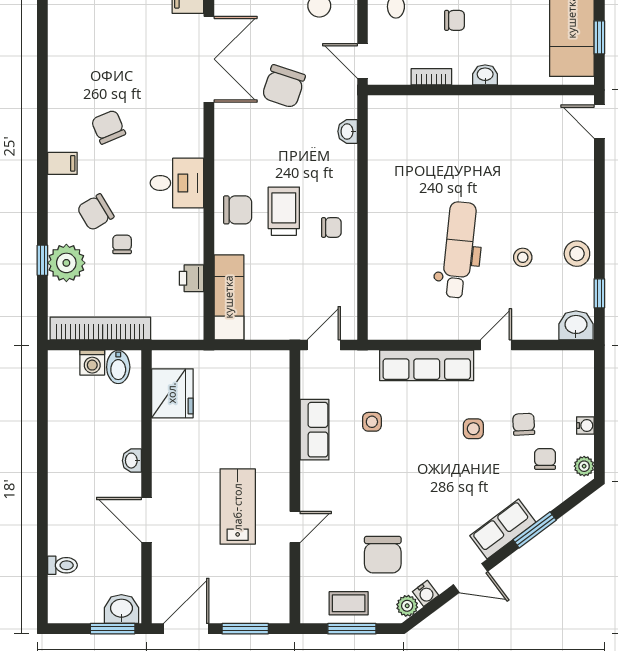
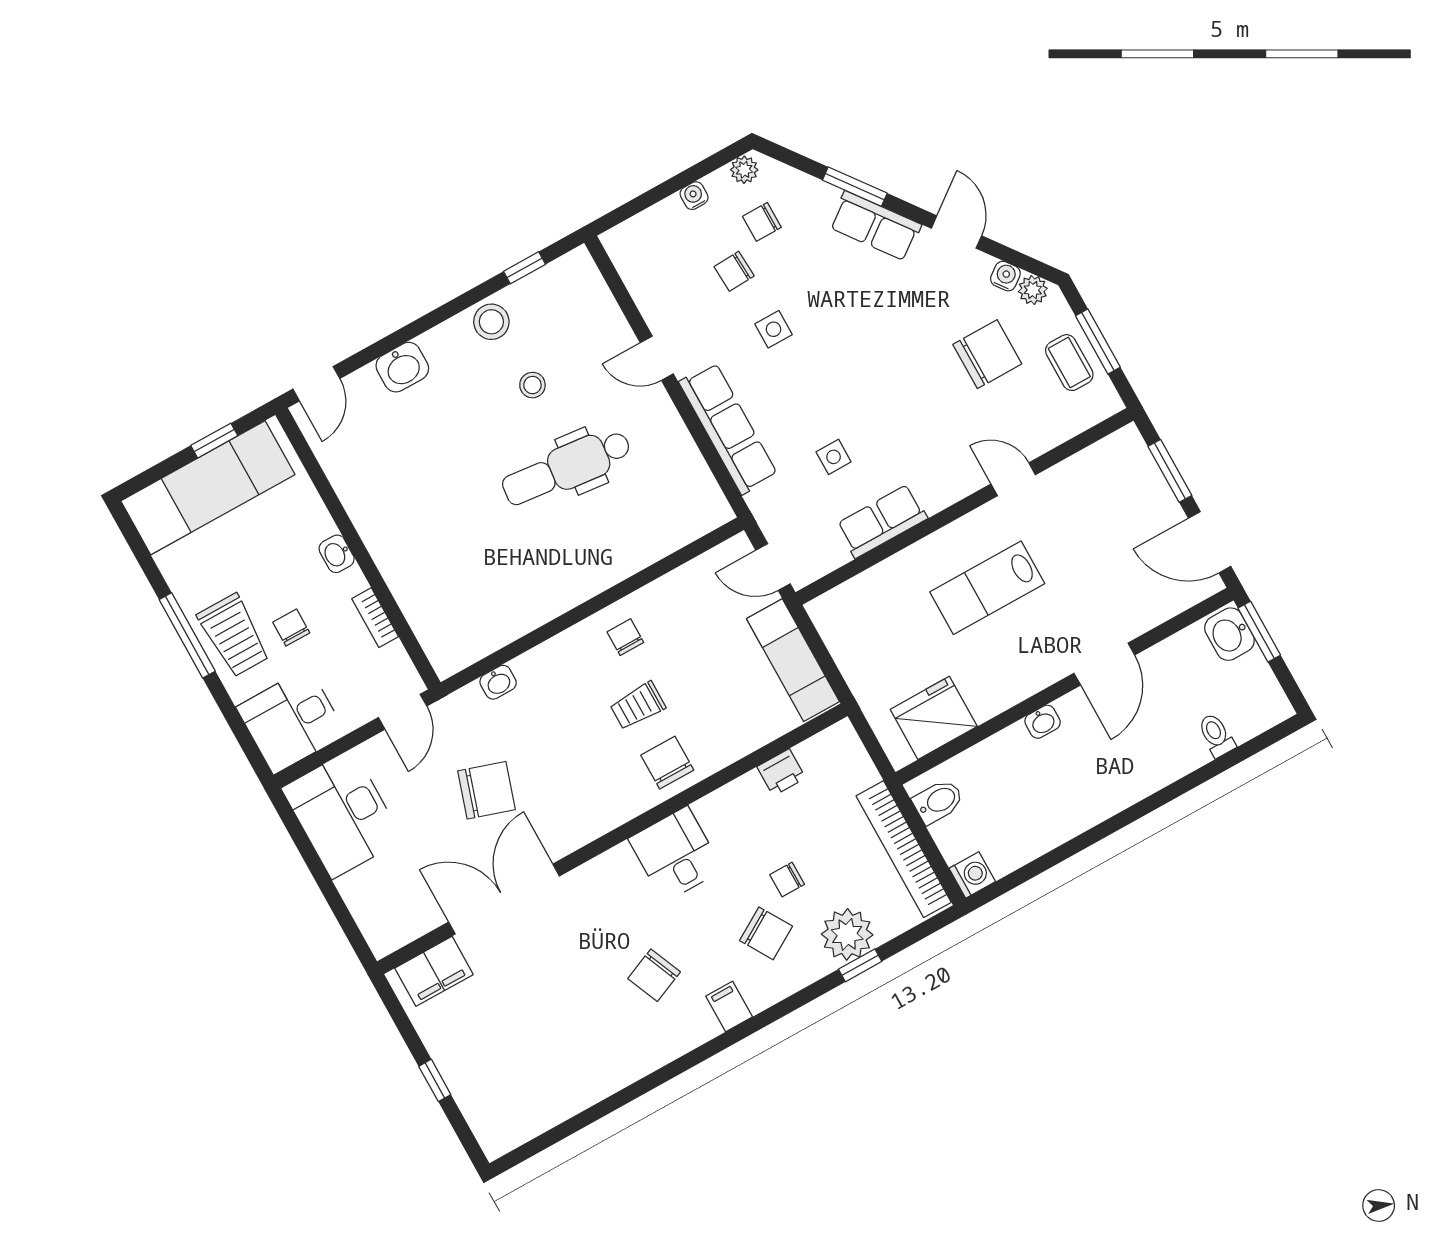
trolley: (284, 211) -> (638, 706), width x0.73, depth x0.72
exam couch: (229, 297) -> (793, 660), moved, turned -90
washbasin: (576, 325) -> (402, 367), moved, turned -90
washing machine: (92, 363) -> (972, 875), moved
lab bench: (238, 507) -> (987, 588), moved

